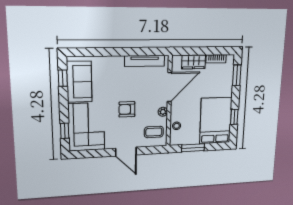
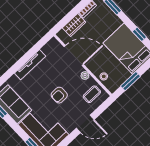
tv unit: (145, 61) -> (30, 65), moved
door: (169, 87) -> (74, 56), hinge flipped

